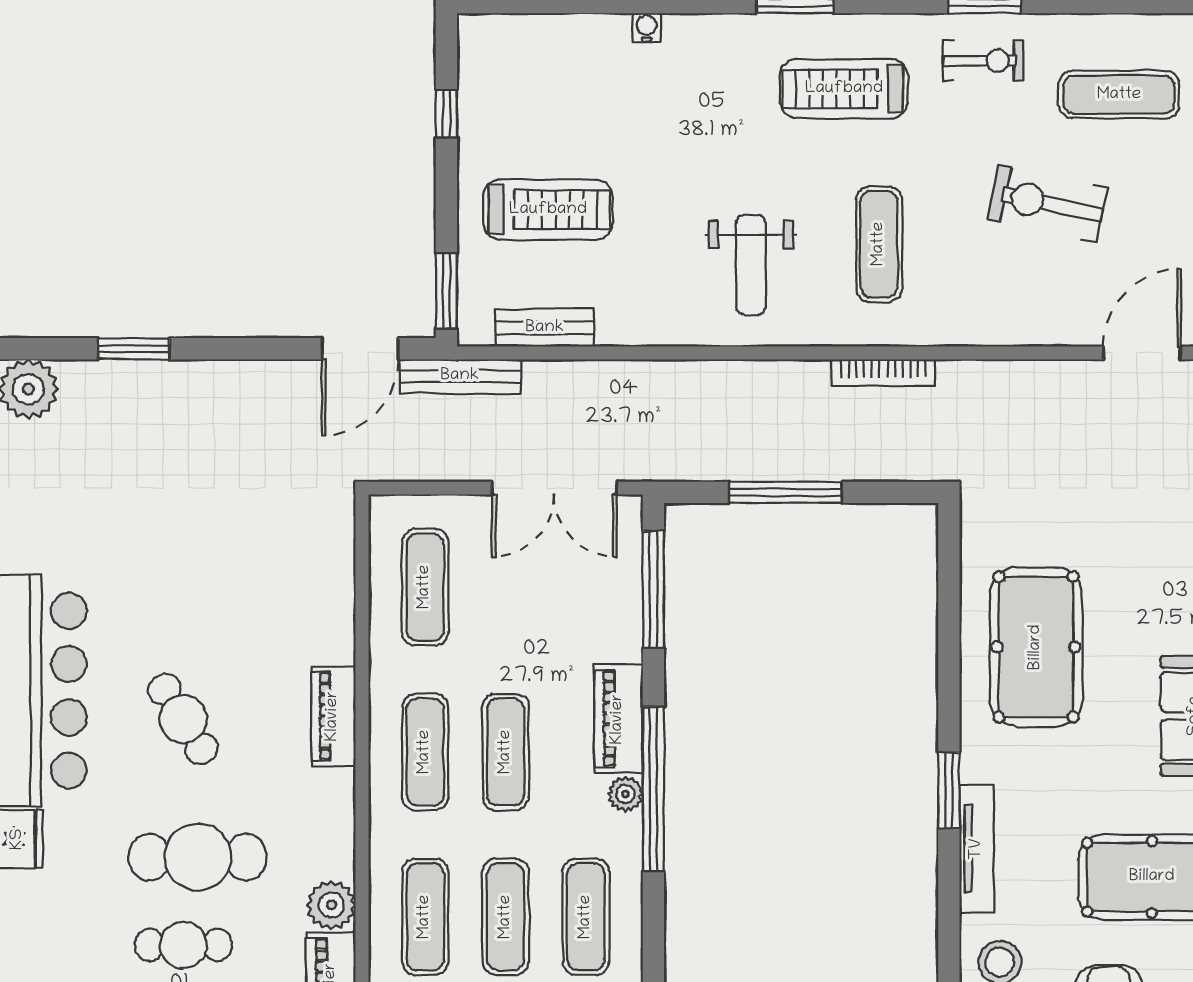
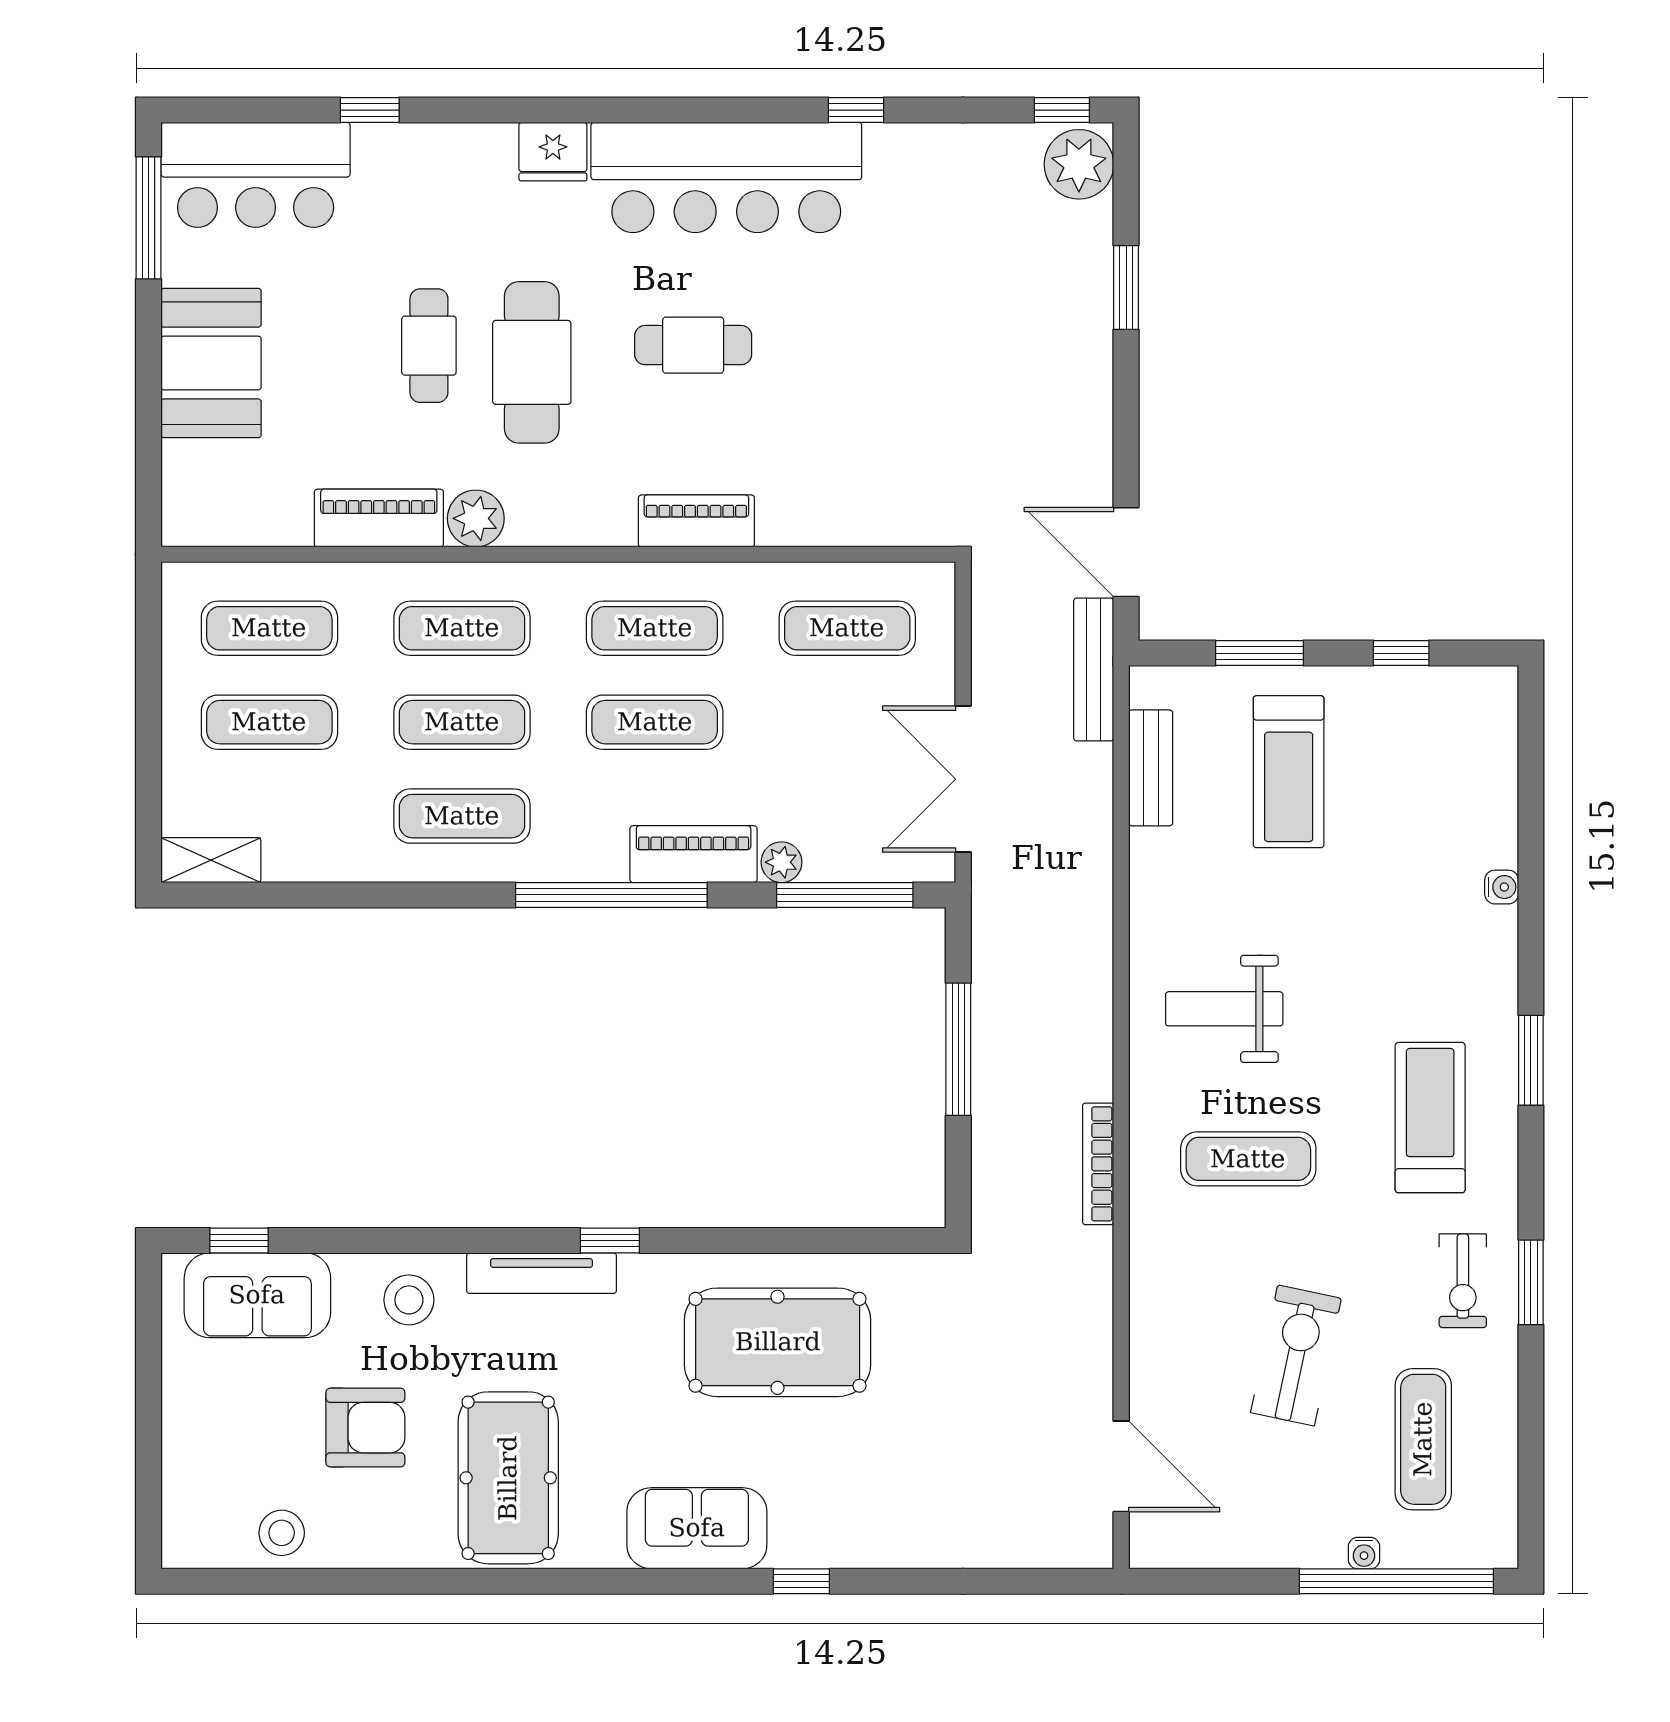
window: (446, 291) -> (1259, 653), moved
cafe table: (183, 719) -> (693, 345), turned 32
window: (949, 790) -> (610, 1241), width x0.67
plant: (625, 794) -> (781, 862), moved

